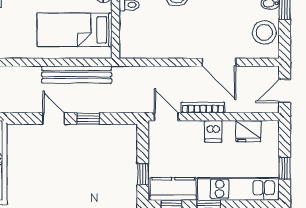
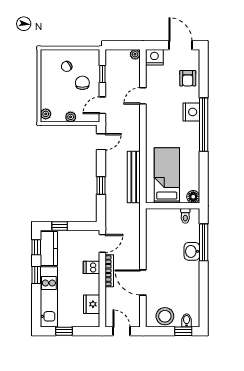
door: (219, 62) -> (143, 283), hinge flipped
door: (54, 119) -> (101, 142), moved
dishwasher: (213, 131) -> (92, 267), moved

